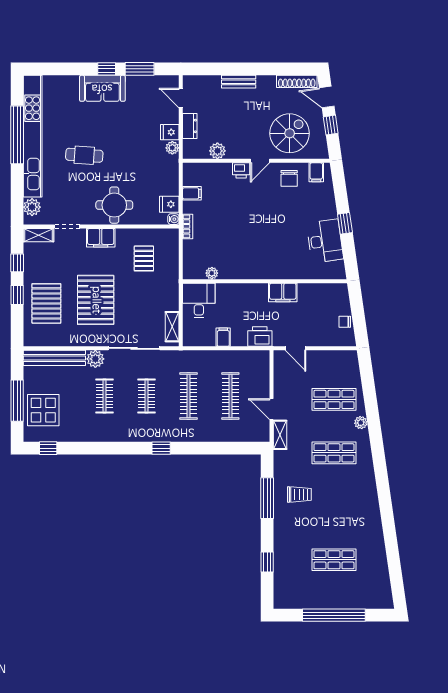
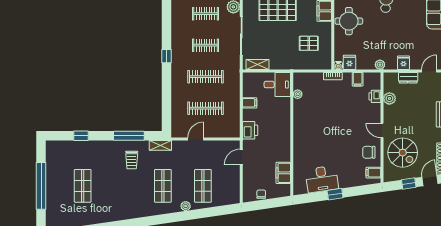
plant: (172, 148) -> (380, 65), moved
printer: (241, 170) -> (375, 96), moved
filing cabinet: (283, 293) -> (283, 173), moved
shelving: (280, 435) -> (160, 145), moved

